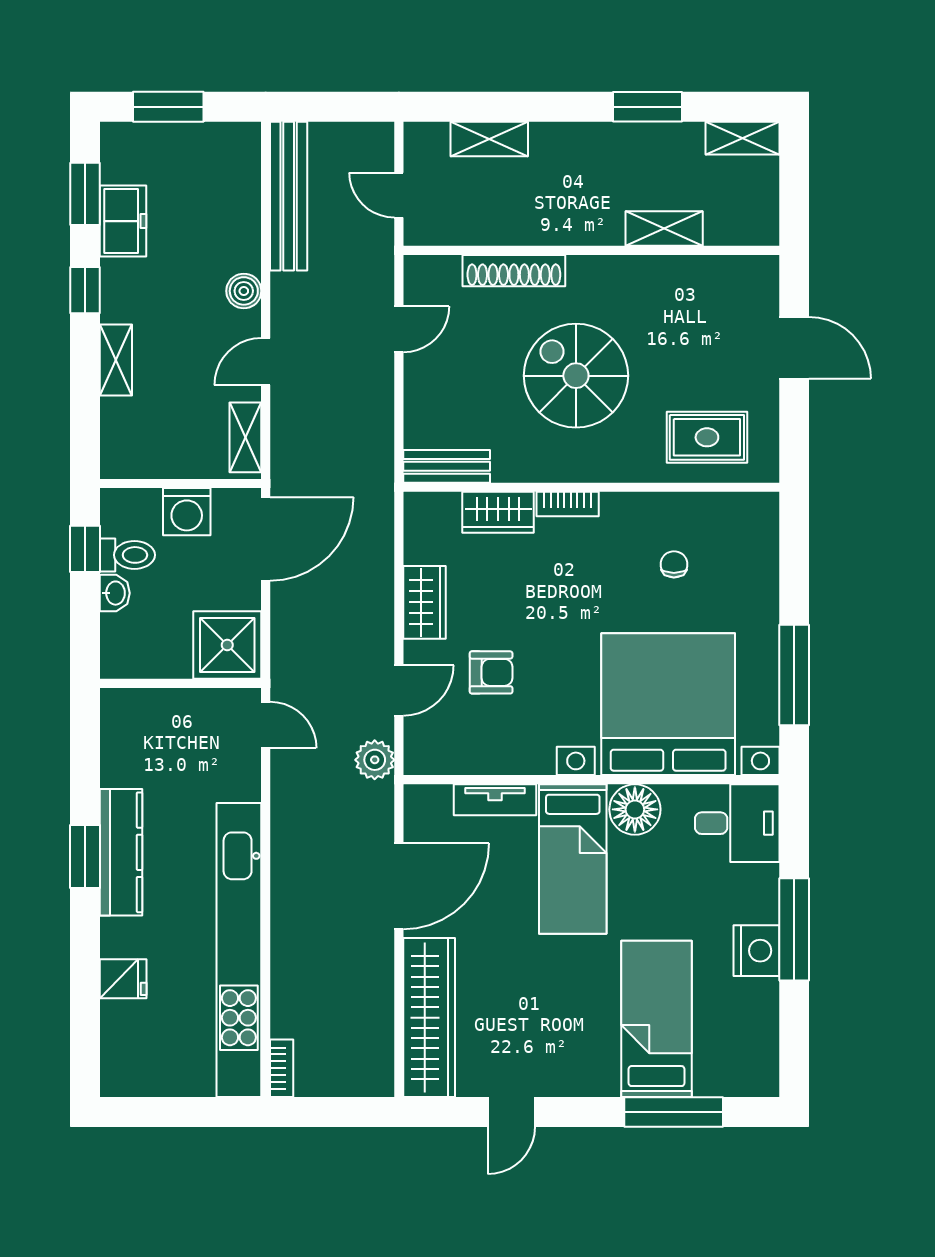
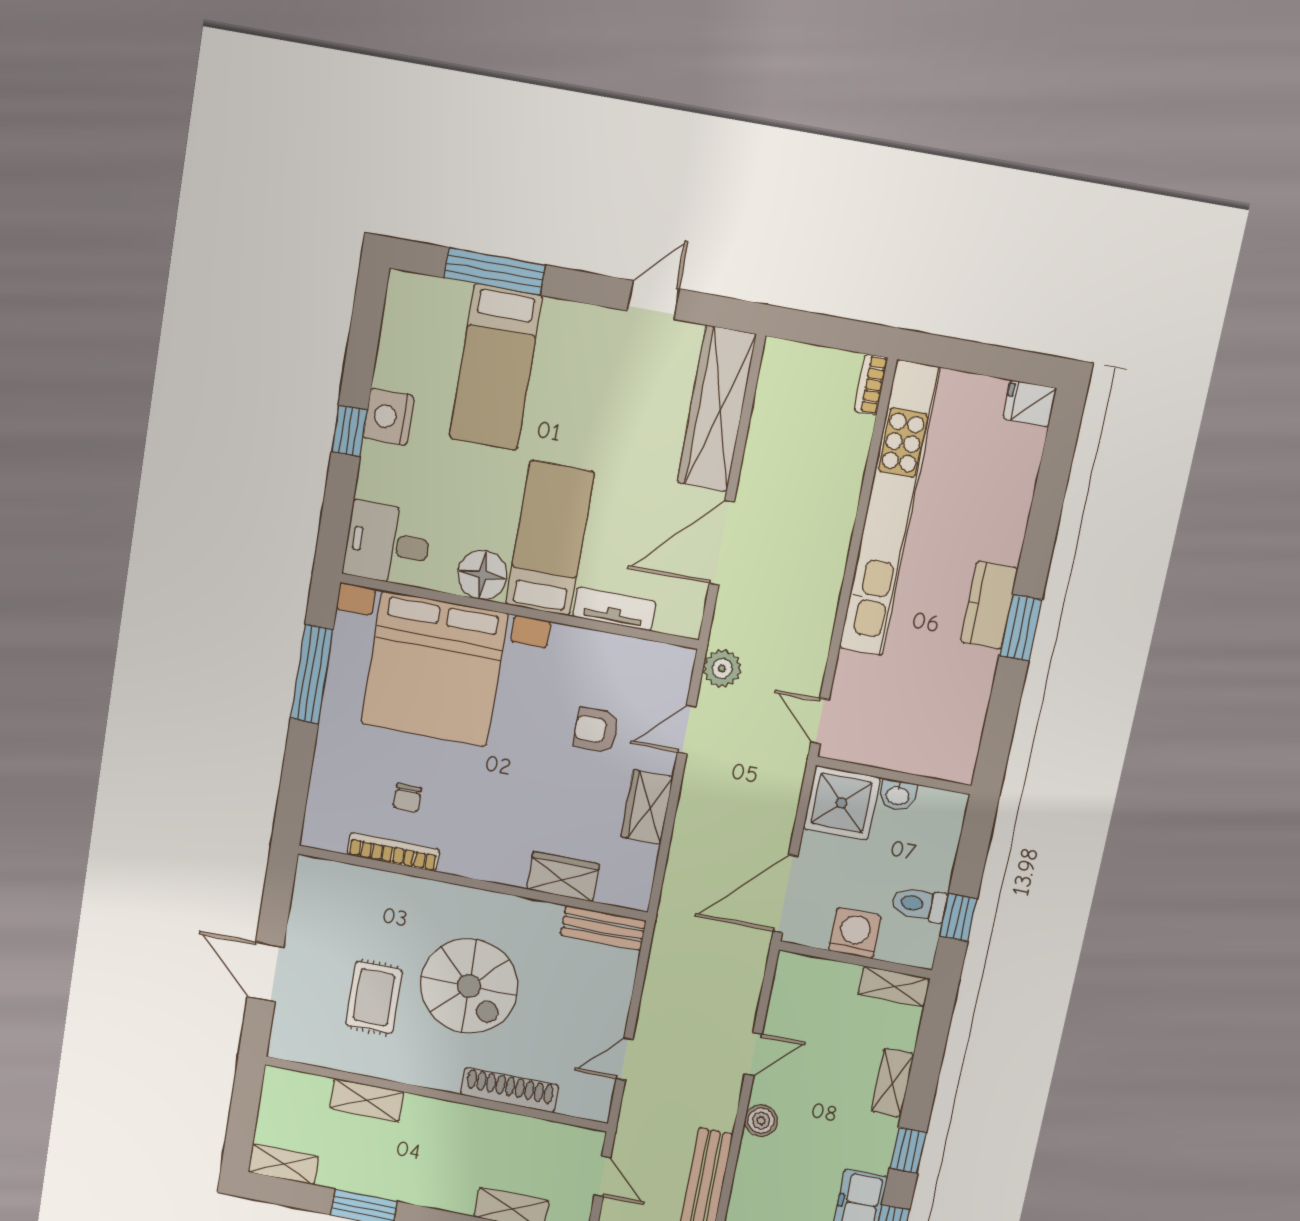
shelving: (245, 437) -> (894, 986), moved, turned 90
rug: (707, 437) -> (374, 997), moved, turned 90
bookcase: (568, 504) -> (393, 852), moved, width x1.56
washbasin: (115, 593) -> (898, 795), moved, turned -90
kitchen counter: (121, 852) -> (989, 605), width x0.67
window: (794, 929) -> (349, 431), width x0.46
fridge: (123, 979) -> (1030, 403), moved

